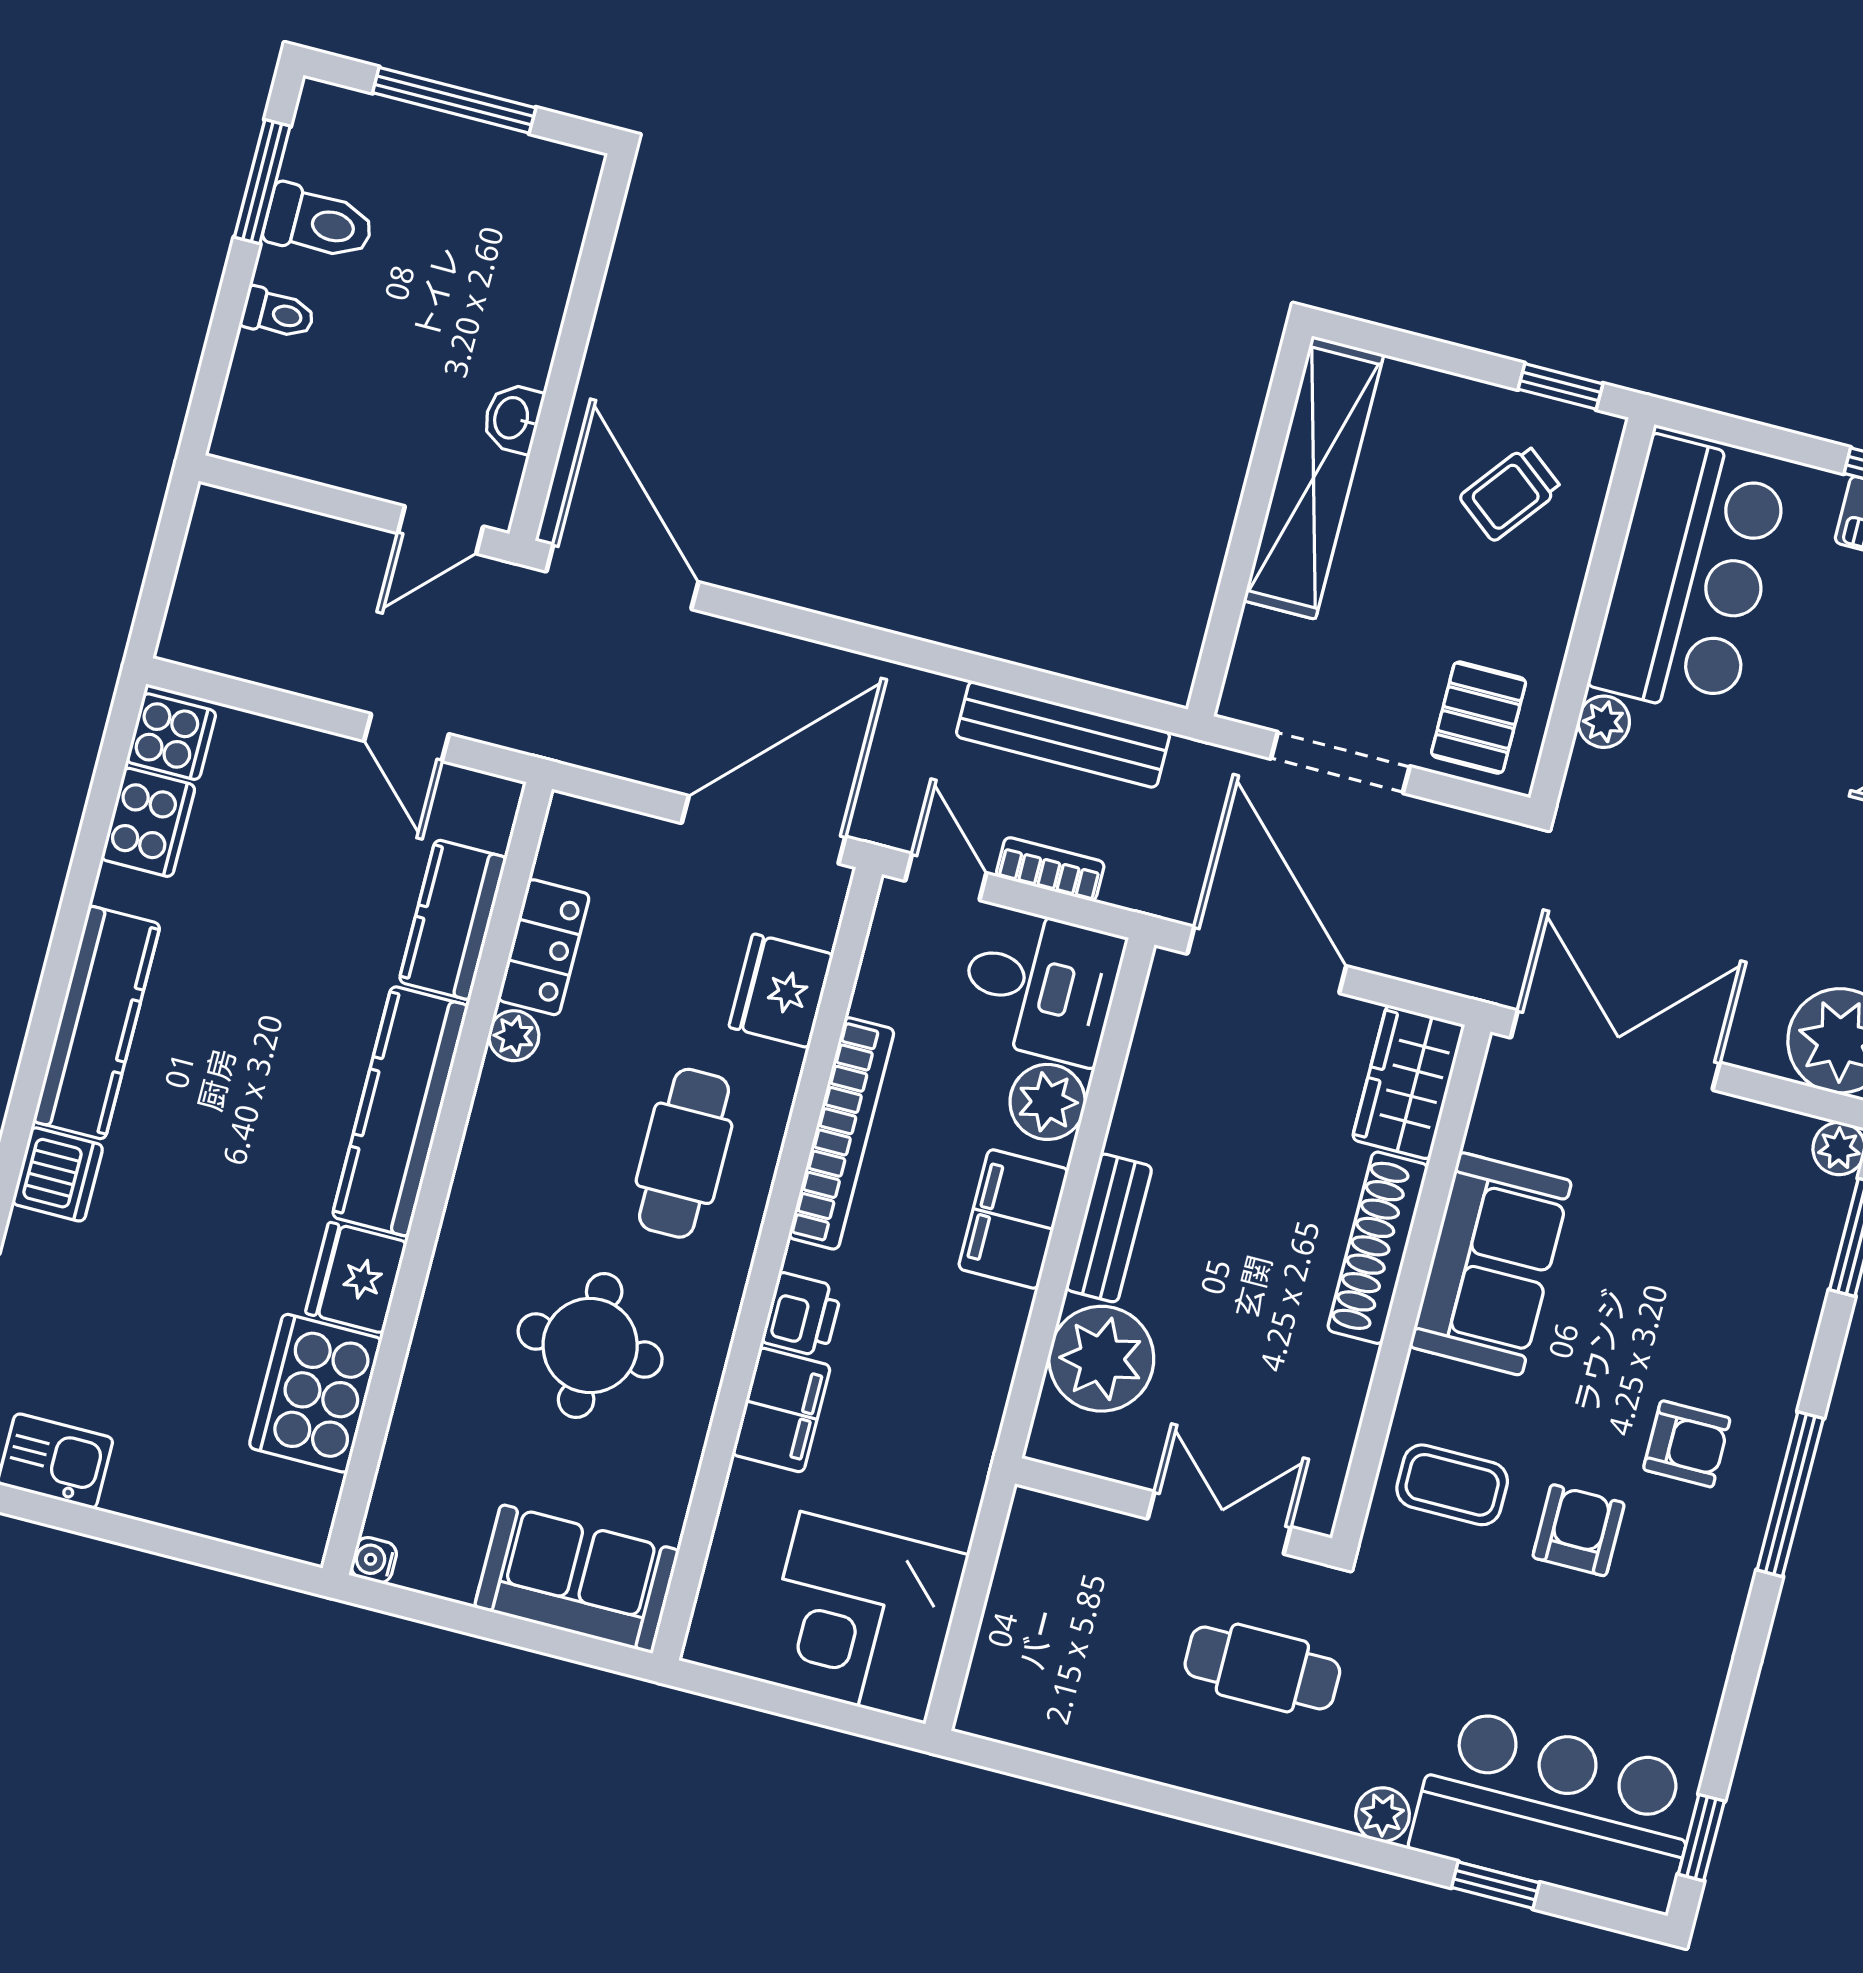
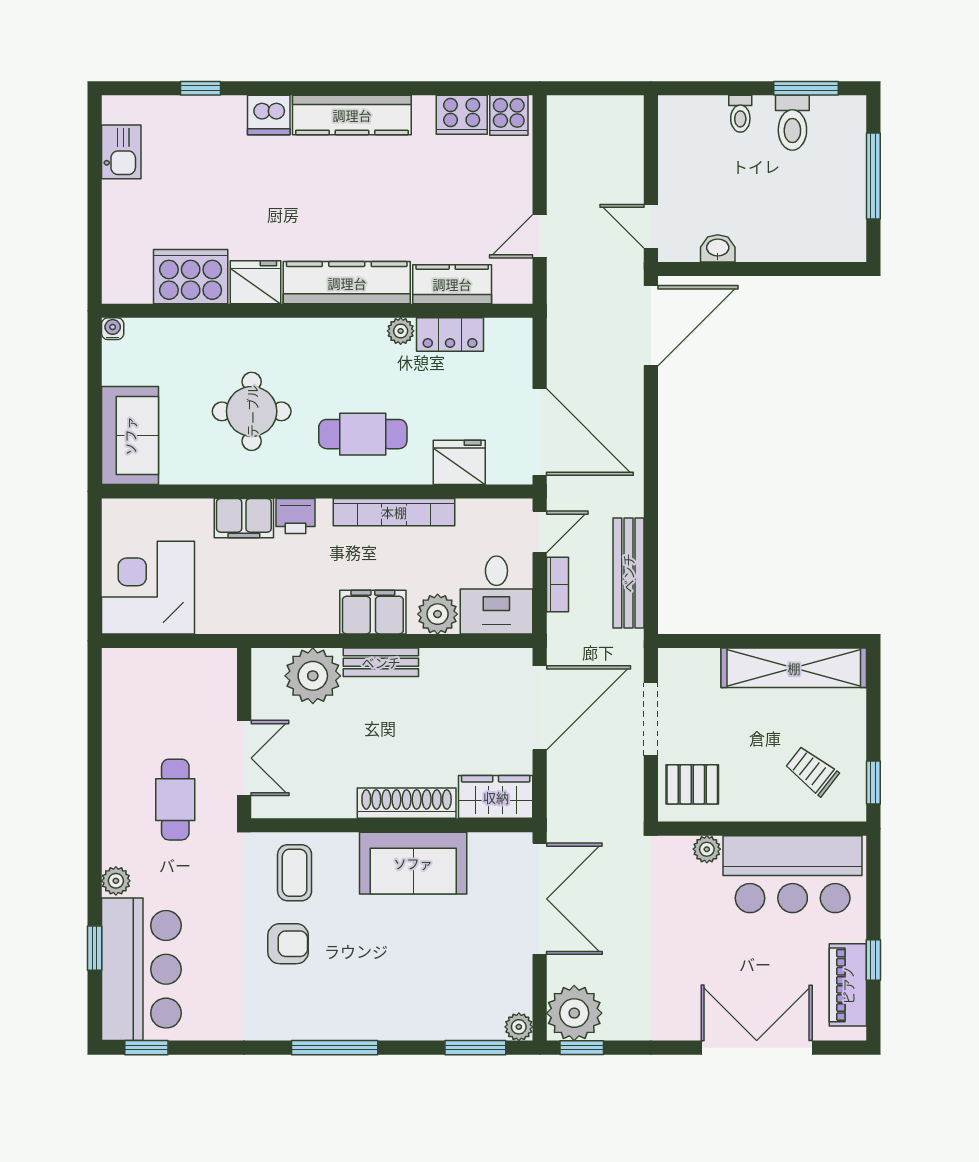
armchair: (1687, 1444) -> (347, 988), removed

